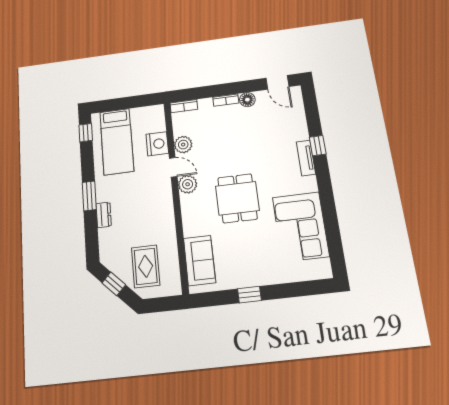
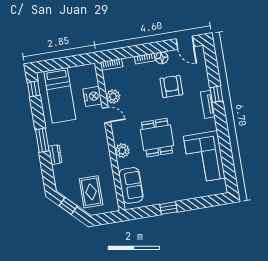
armchair: (259, 134) -> (171, 86), added
plant: (188, 184) -> (122, 151), moved

